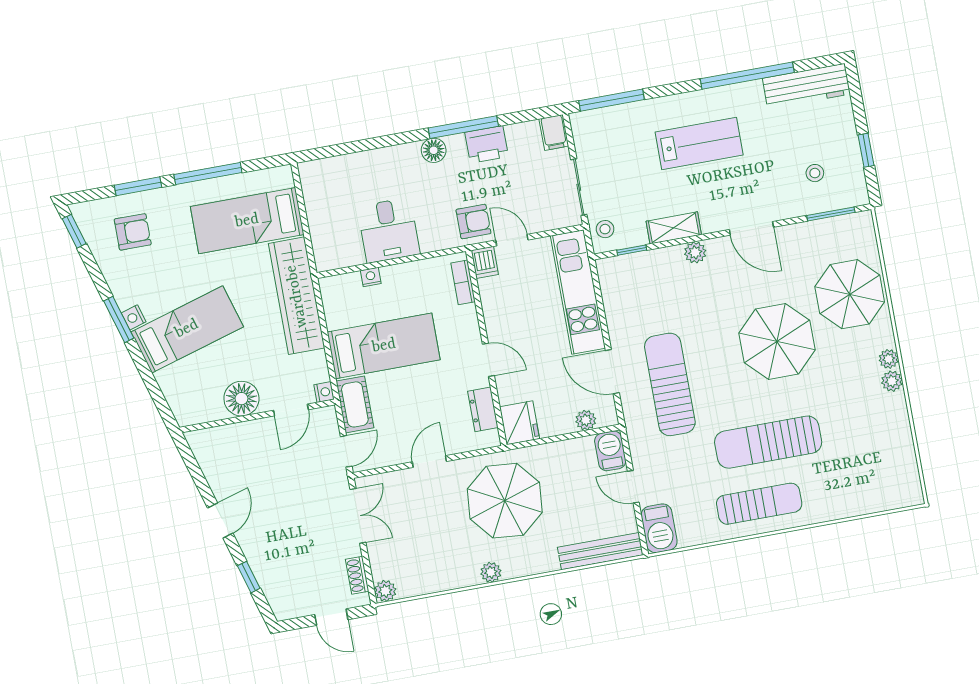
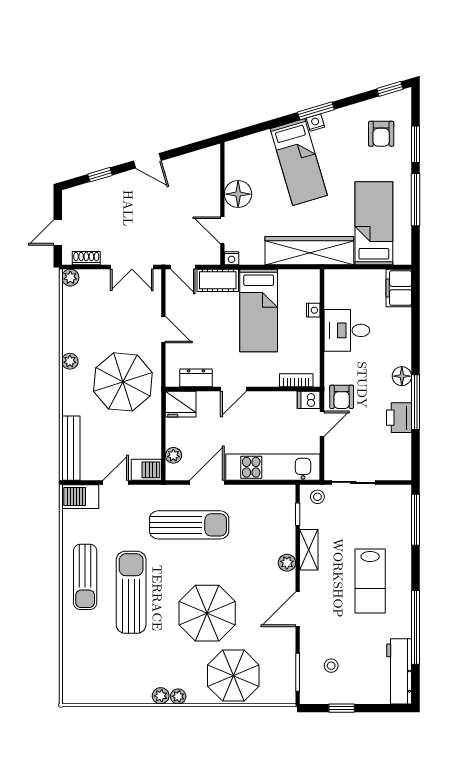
filing cabinet: (554, 132) -> (399, 288), moved, width x2.00

